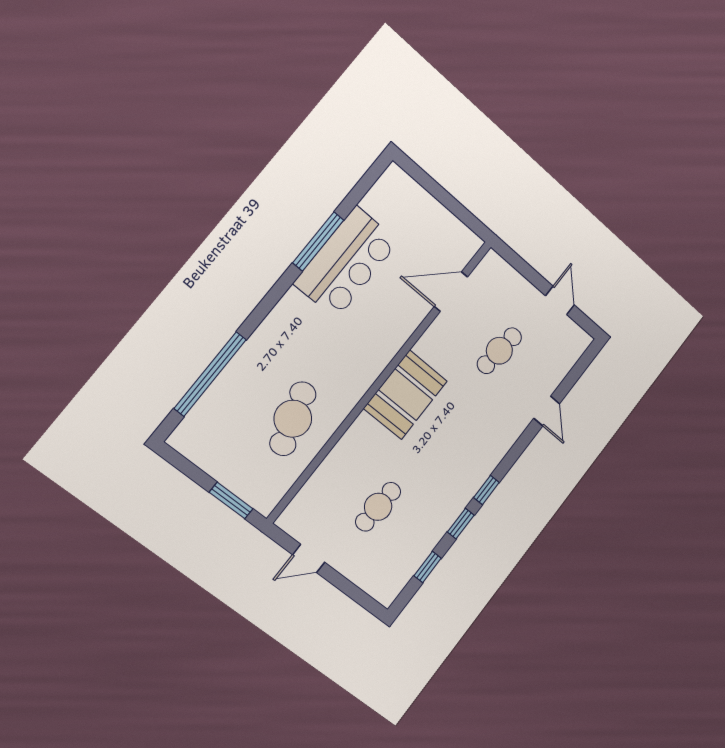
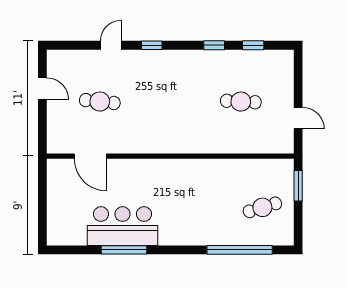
door: (560, 300) -> (42, 89), swing flipped
booth: (406, 395) -> (167, 136), removed
cafe table: (293, 419) -> (262, 207), moved, width x0.73, depth x0.74
window: (486, 490) -> (152, 45), moved

